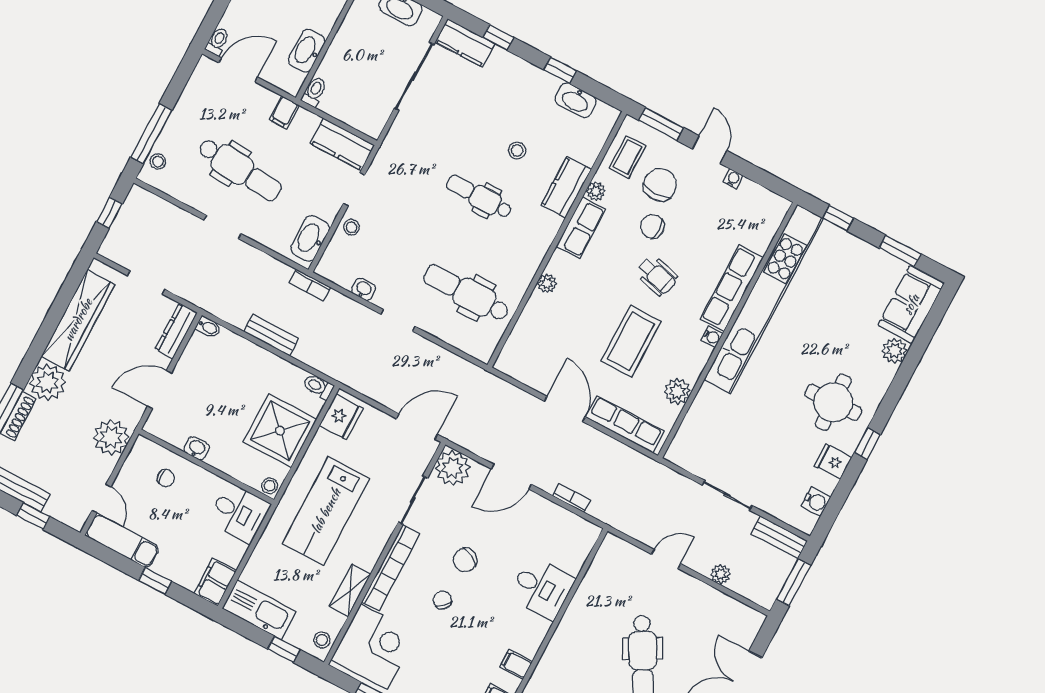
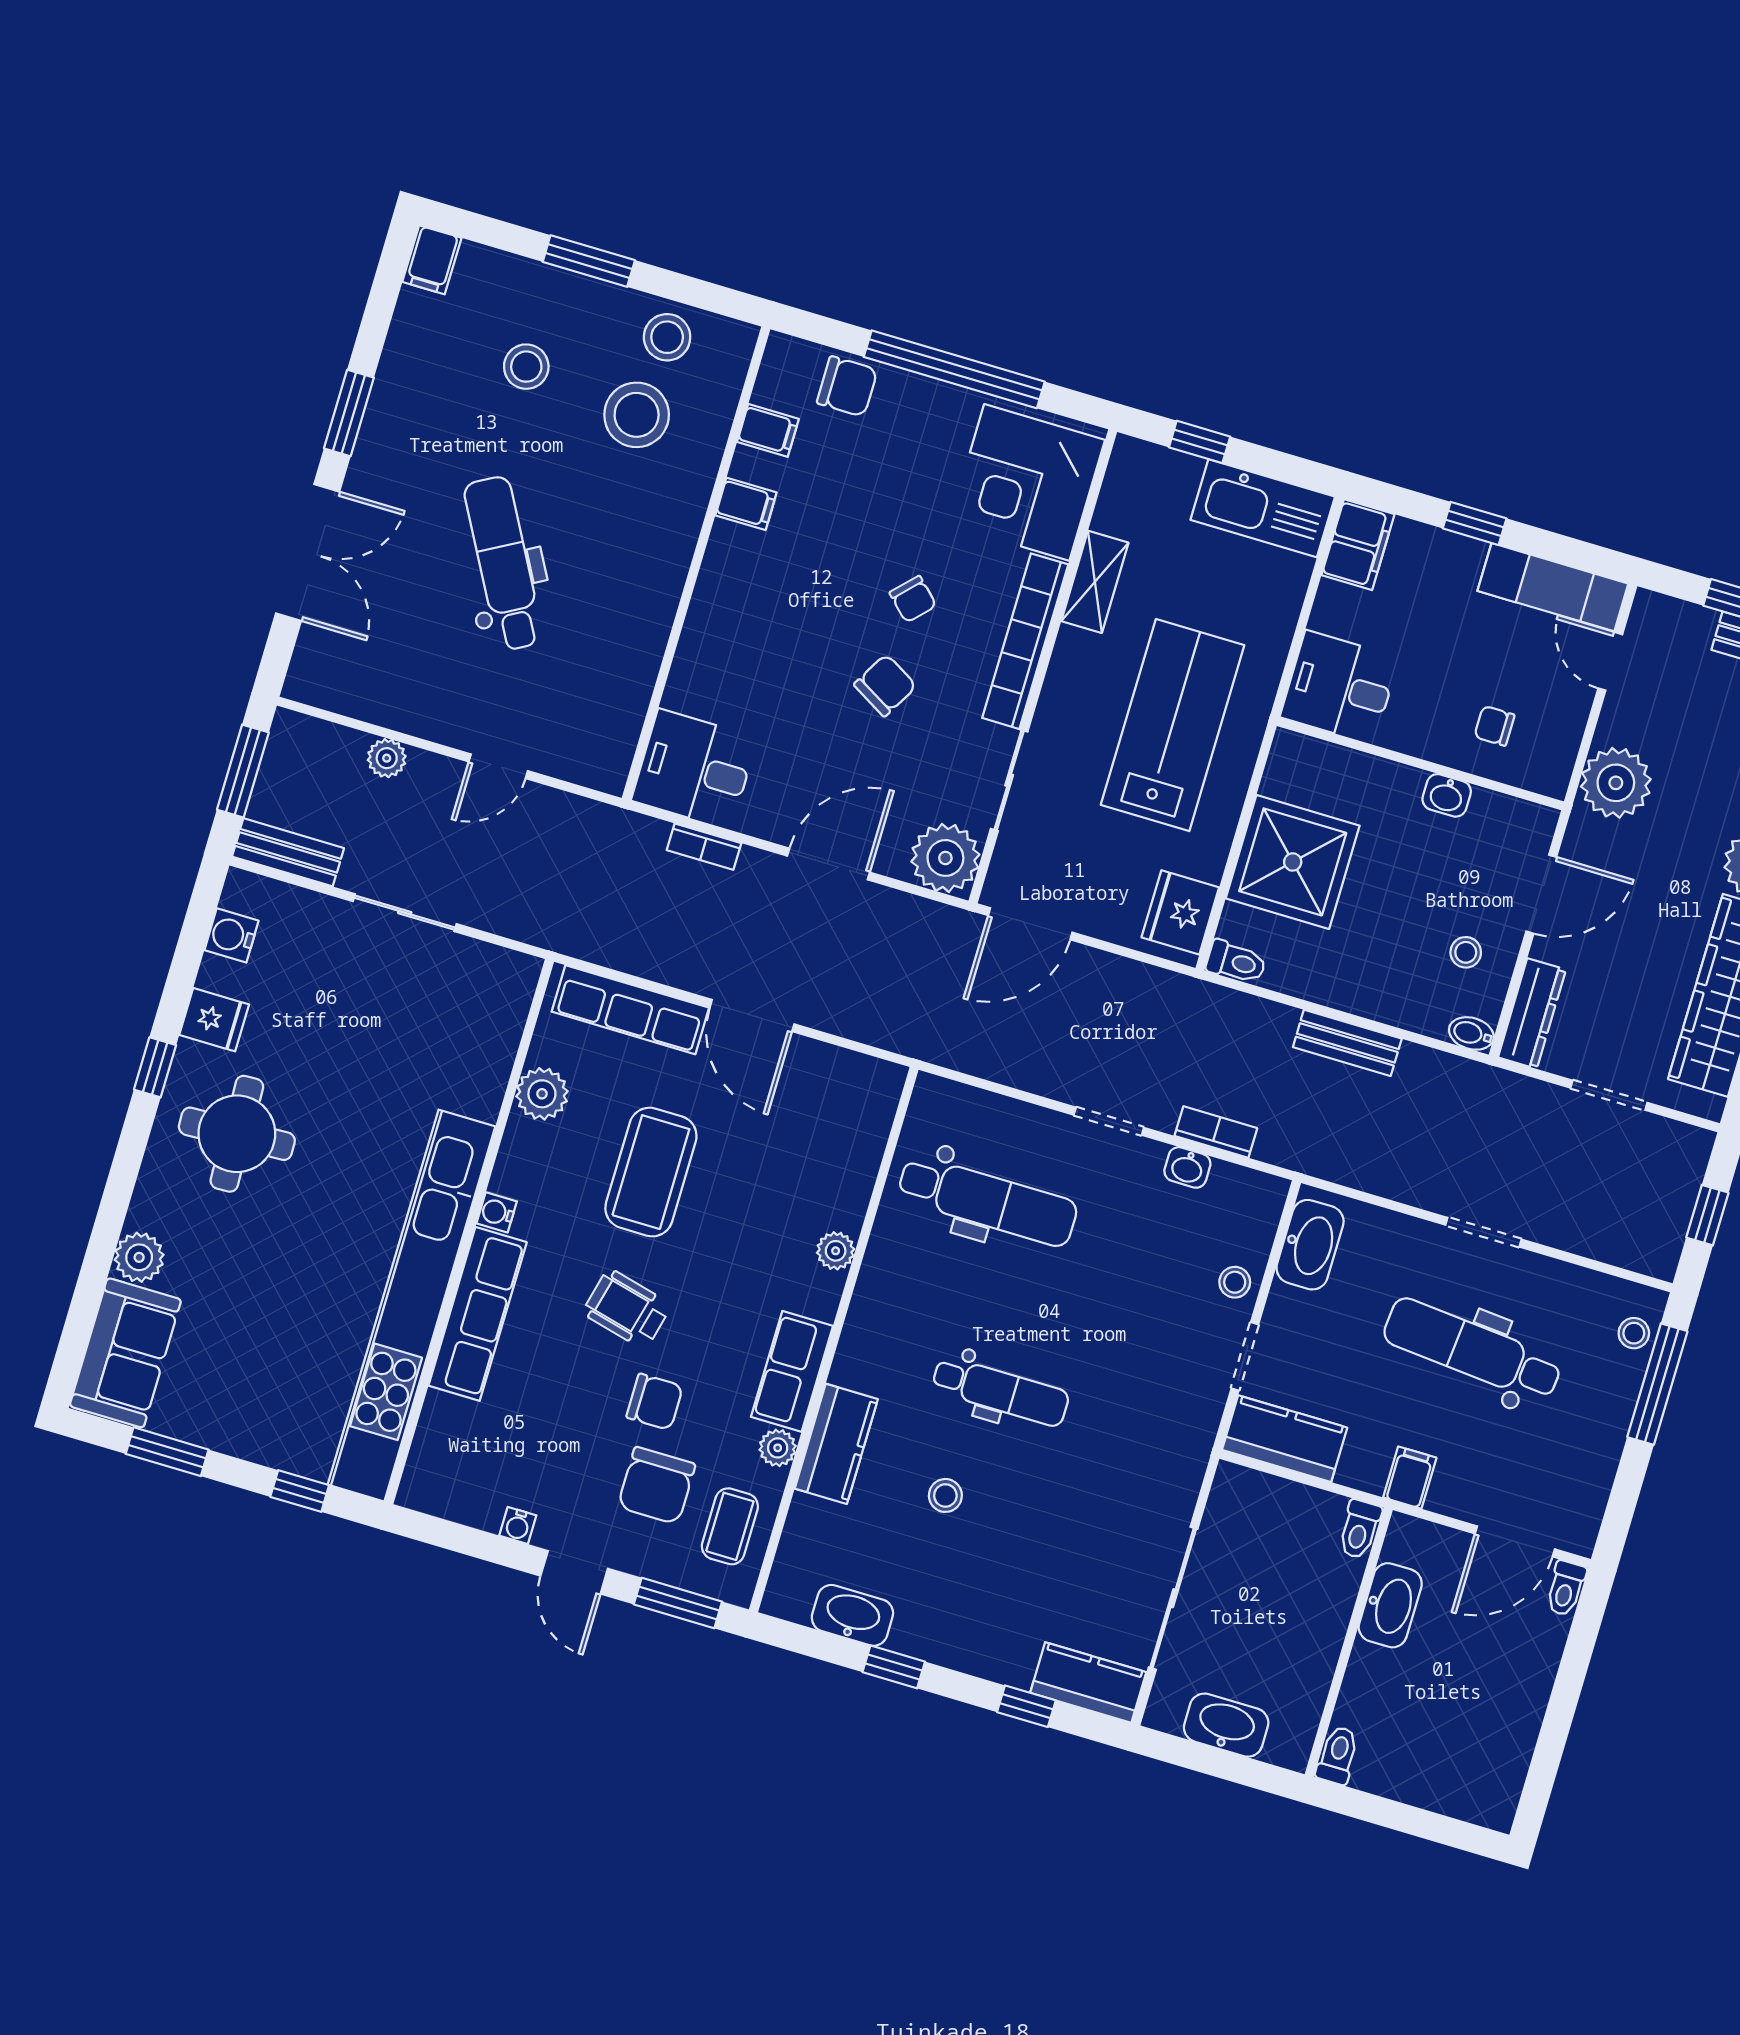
bookcase: (310, 285) -> (1216, 1132), moved
stool: (270, 486) -> (1466, 952), moved
desk: (542, 588) -> (694, 769), moved
stool: (322, 640) -> (1130, 475), removed

